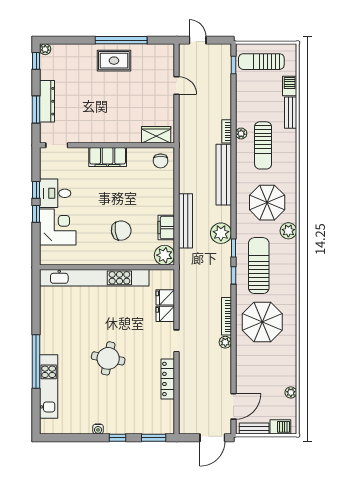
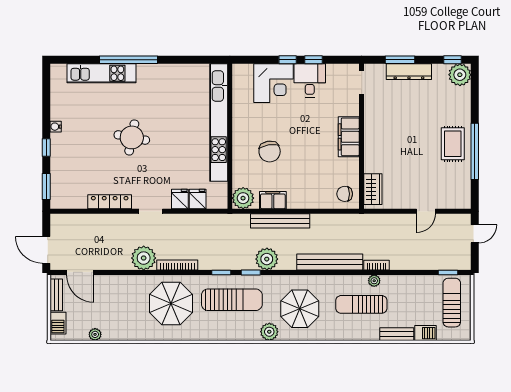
plant: (45, 49) -> (460, 75), width x1.88, depth x1.88
plant: (225, 342) -> (144, 258), width x1.88, depth x1.88

